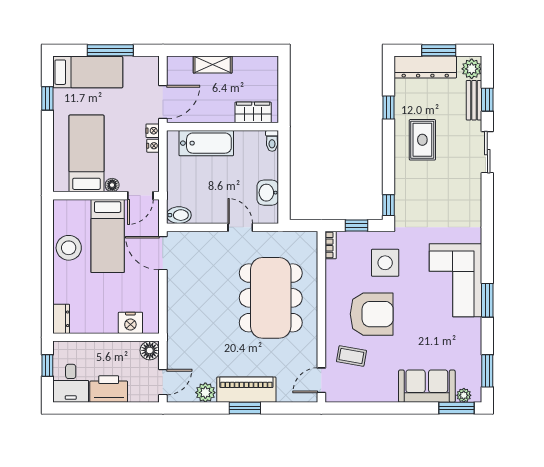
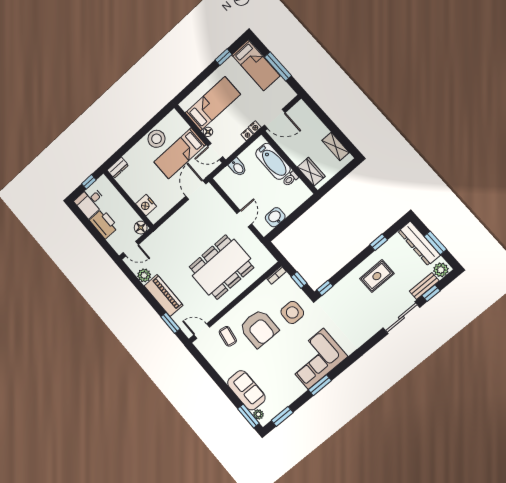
shelving: (213, 64) -> (335, 147), moved
toilet: (272, 141) -> (290, 179), moved
sliding door: (487, 152) -> (401, 318), width x1.37
bidet: (179, 215) -> (238, 167), moved
window: (245, 408) -> (170, 323), moved

